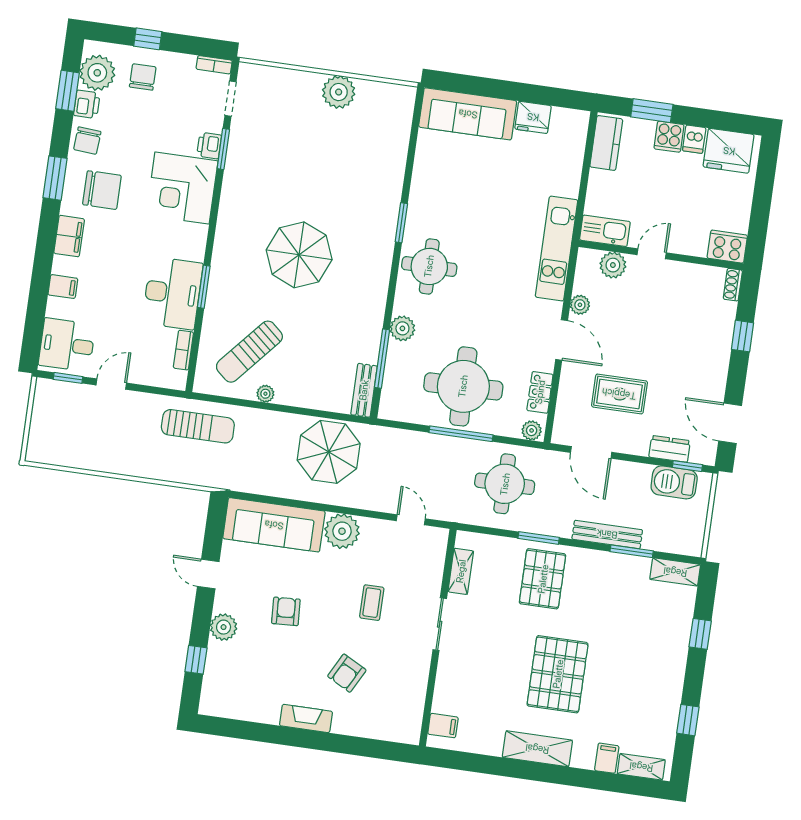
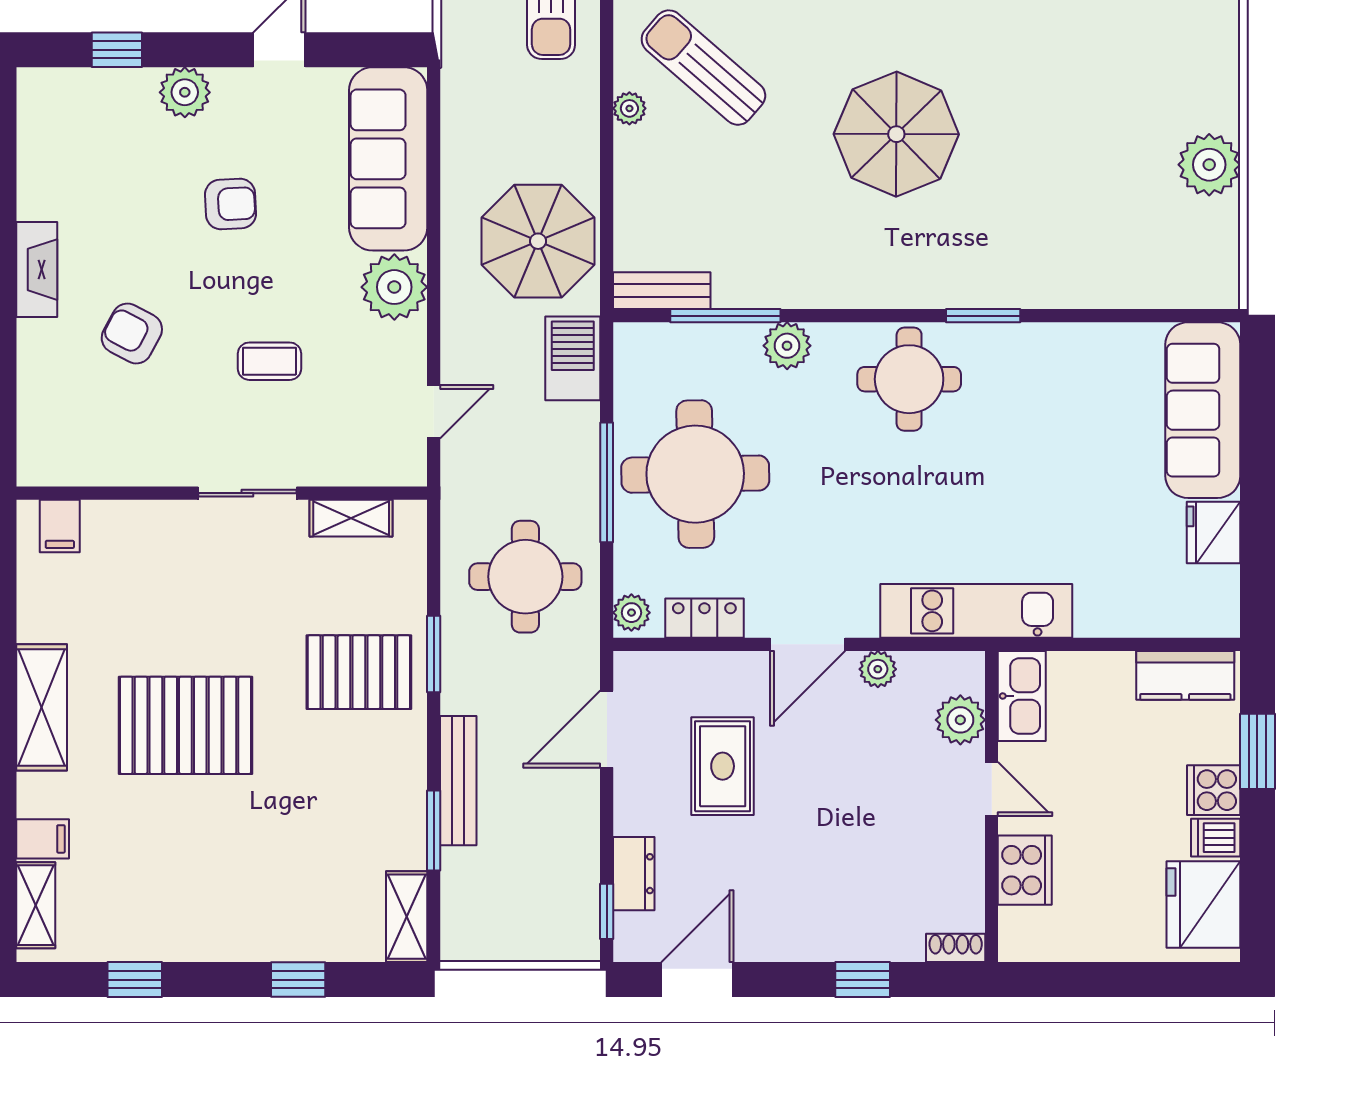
cooker: (727, 247) -> (1025, 870), moved
barbecue: (674, 482) -> (573, 358), moved

